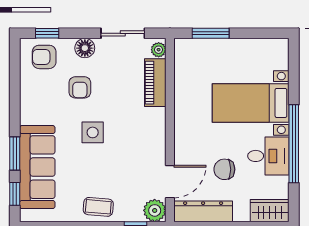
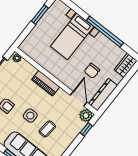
window: (211, 33) -> (40, 15), moved
piano: (155, 83) -> (46, 83), moved
desk: (268, 156) -> (101, 47), removed
coffee table: (98, 207) -> (47, 129), moved

